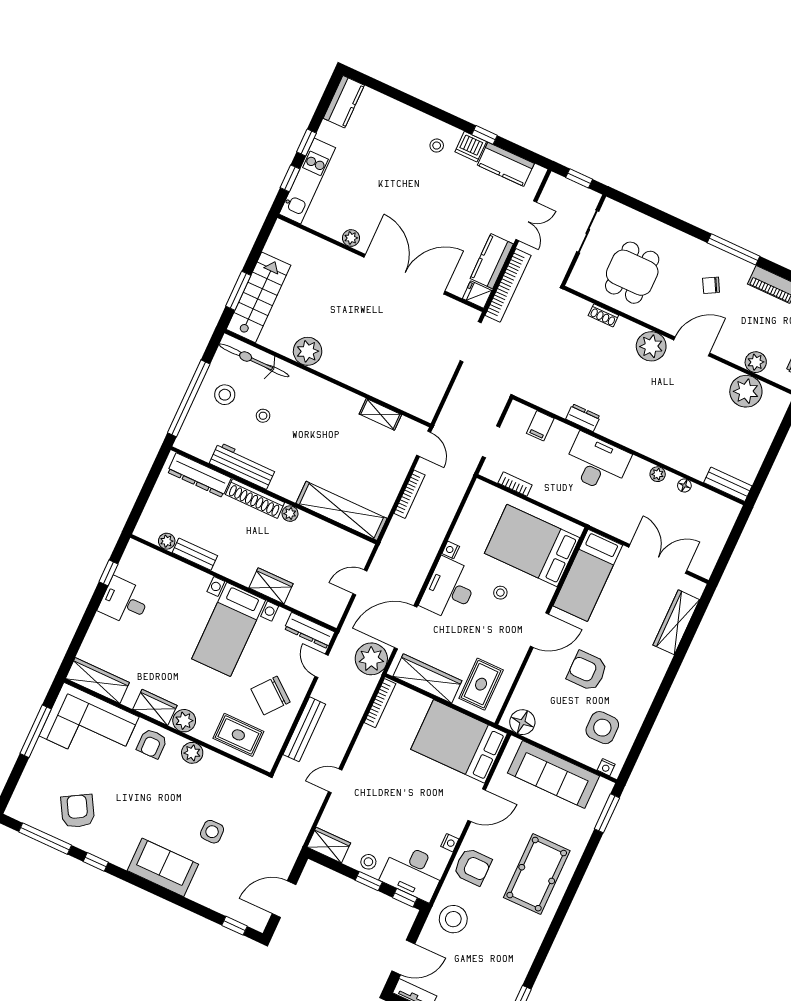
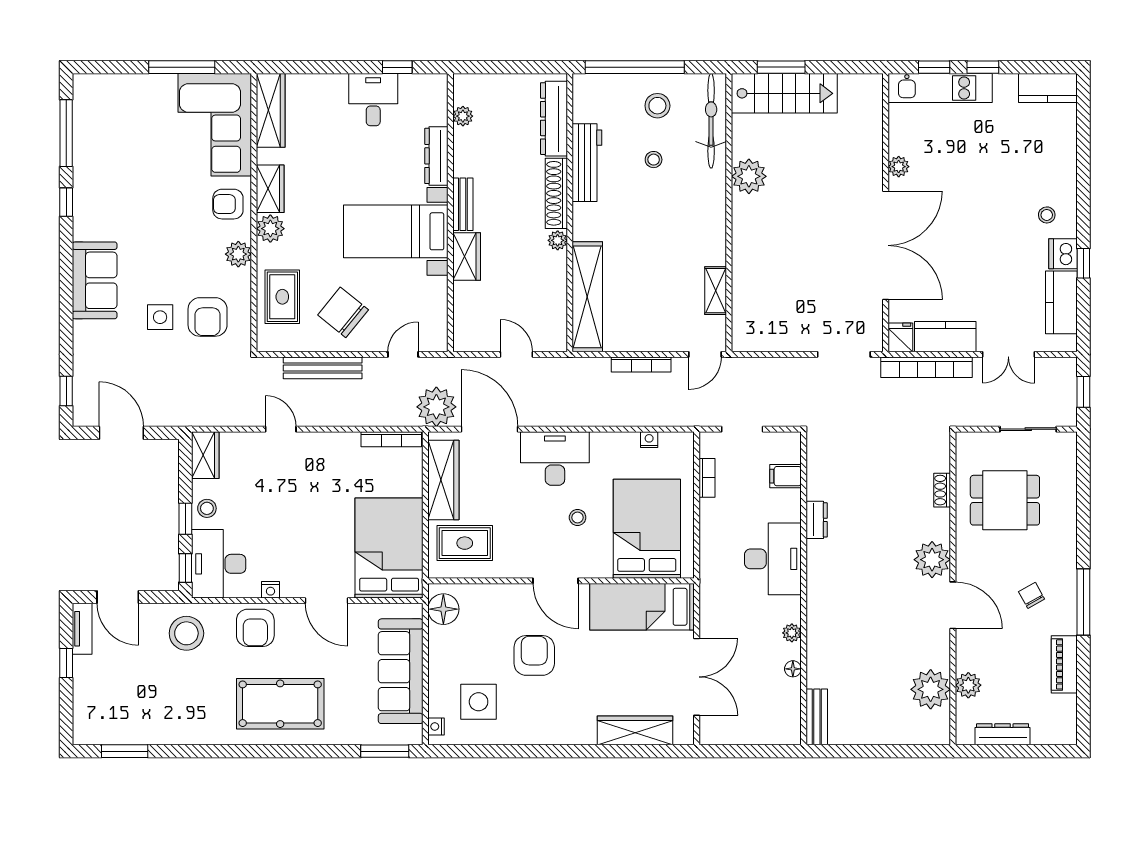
nightstand: (451, 550) -> (649, 440), moved
bench: (195, 554) -> (463, 204), moved
dresser: (309, 630) -> (436, 156), moved
armchair: (78, 811) -> (208, 317), moved, turned 120

